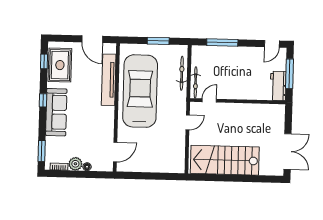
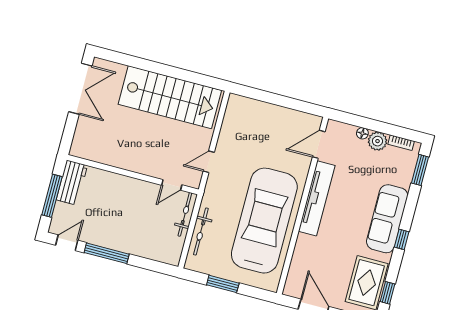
window: (222, 43) -> (107, 253), moved
tv unit: (109, 80) -> (317, 198), moved
car: (140, 91) -> (264, 221), turned 180
double door: (288, 152) -> (80, 89), swing flipped

